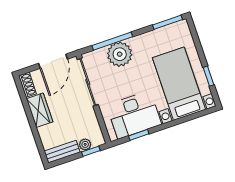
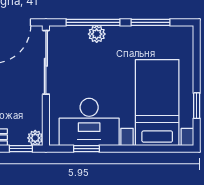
window: (168, 22) -> (151, 22), moved
plant: (120, 54) -> (97, 34), width x0.53, depth x0.53
plant: (85, 144) -> (35, 138), moved

